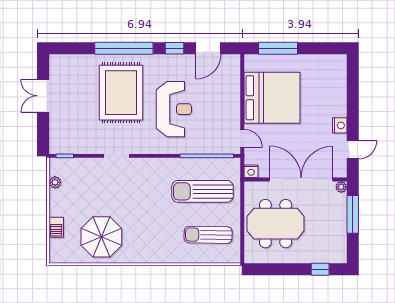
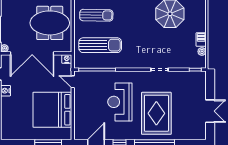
barbecue: (56, 227) -> (201, 40), moved

